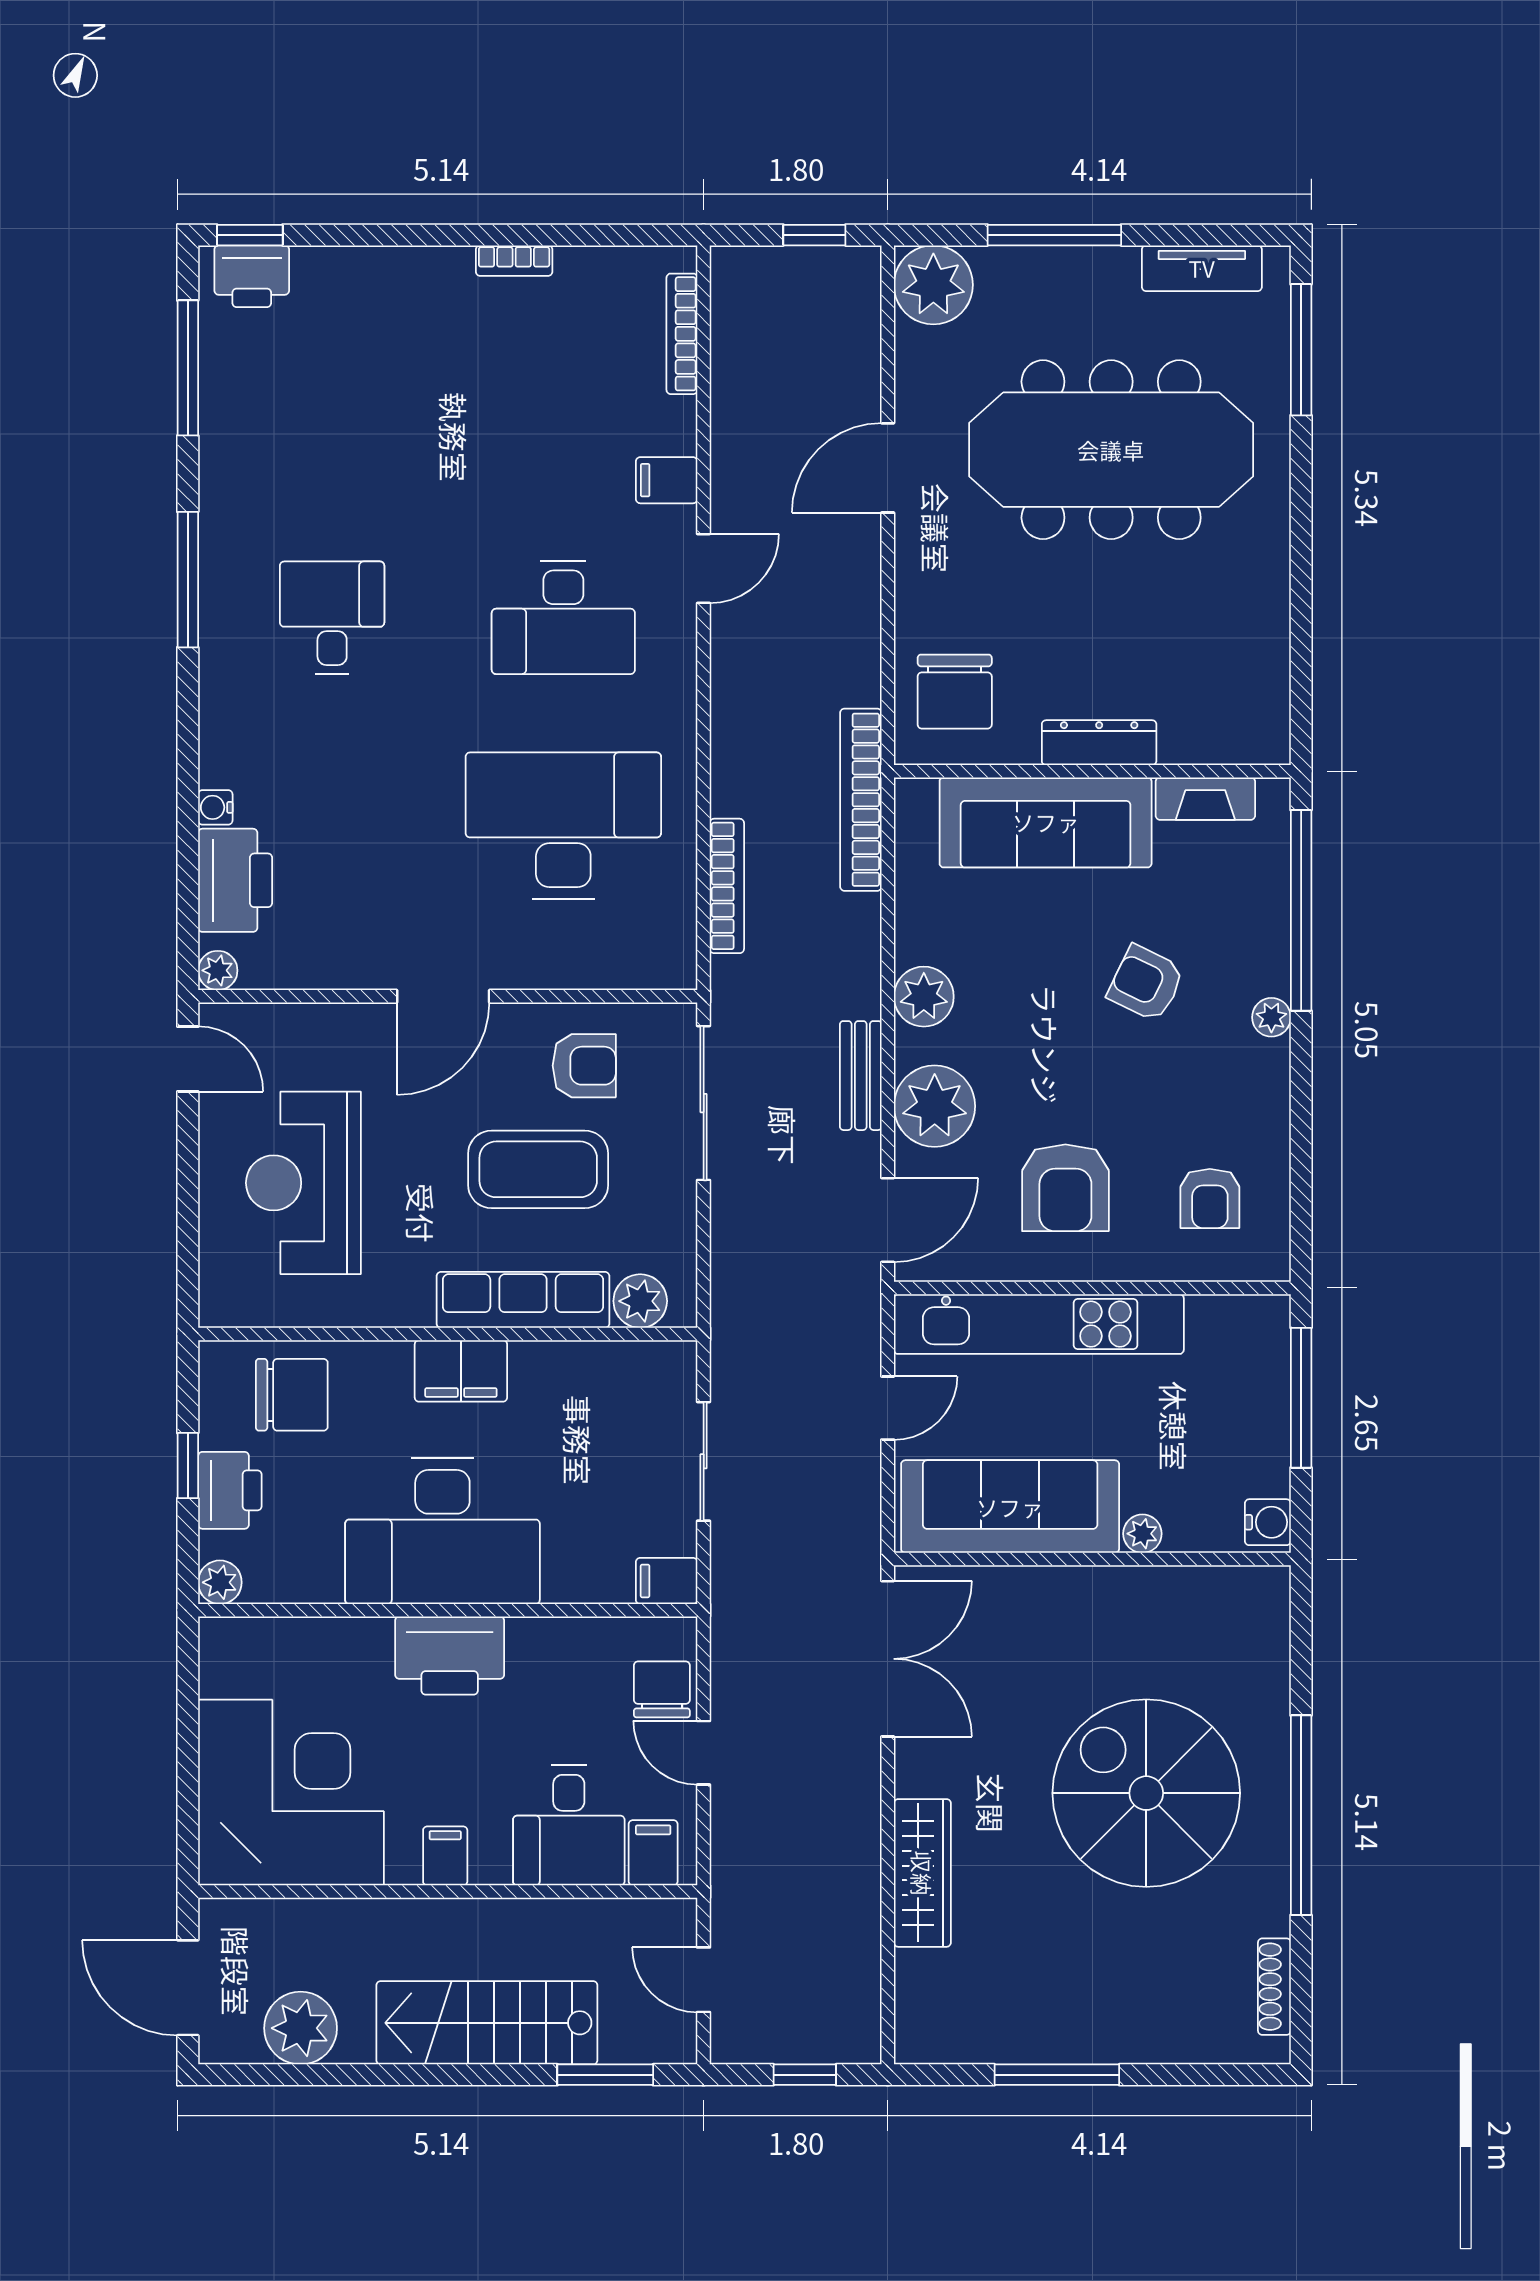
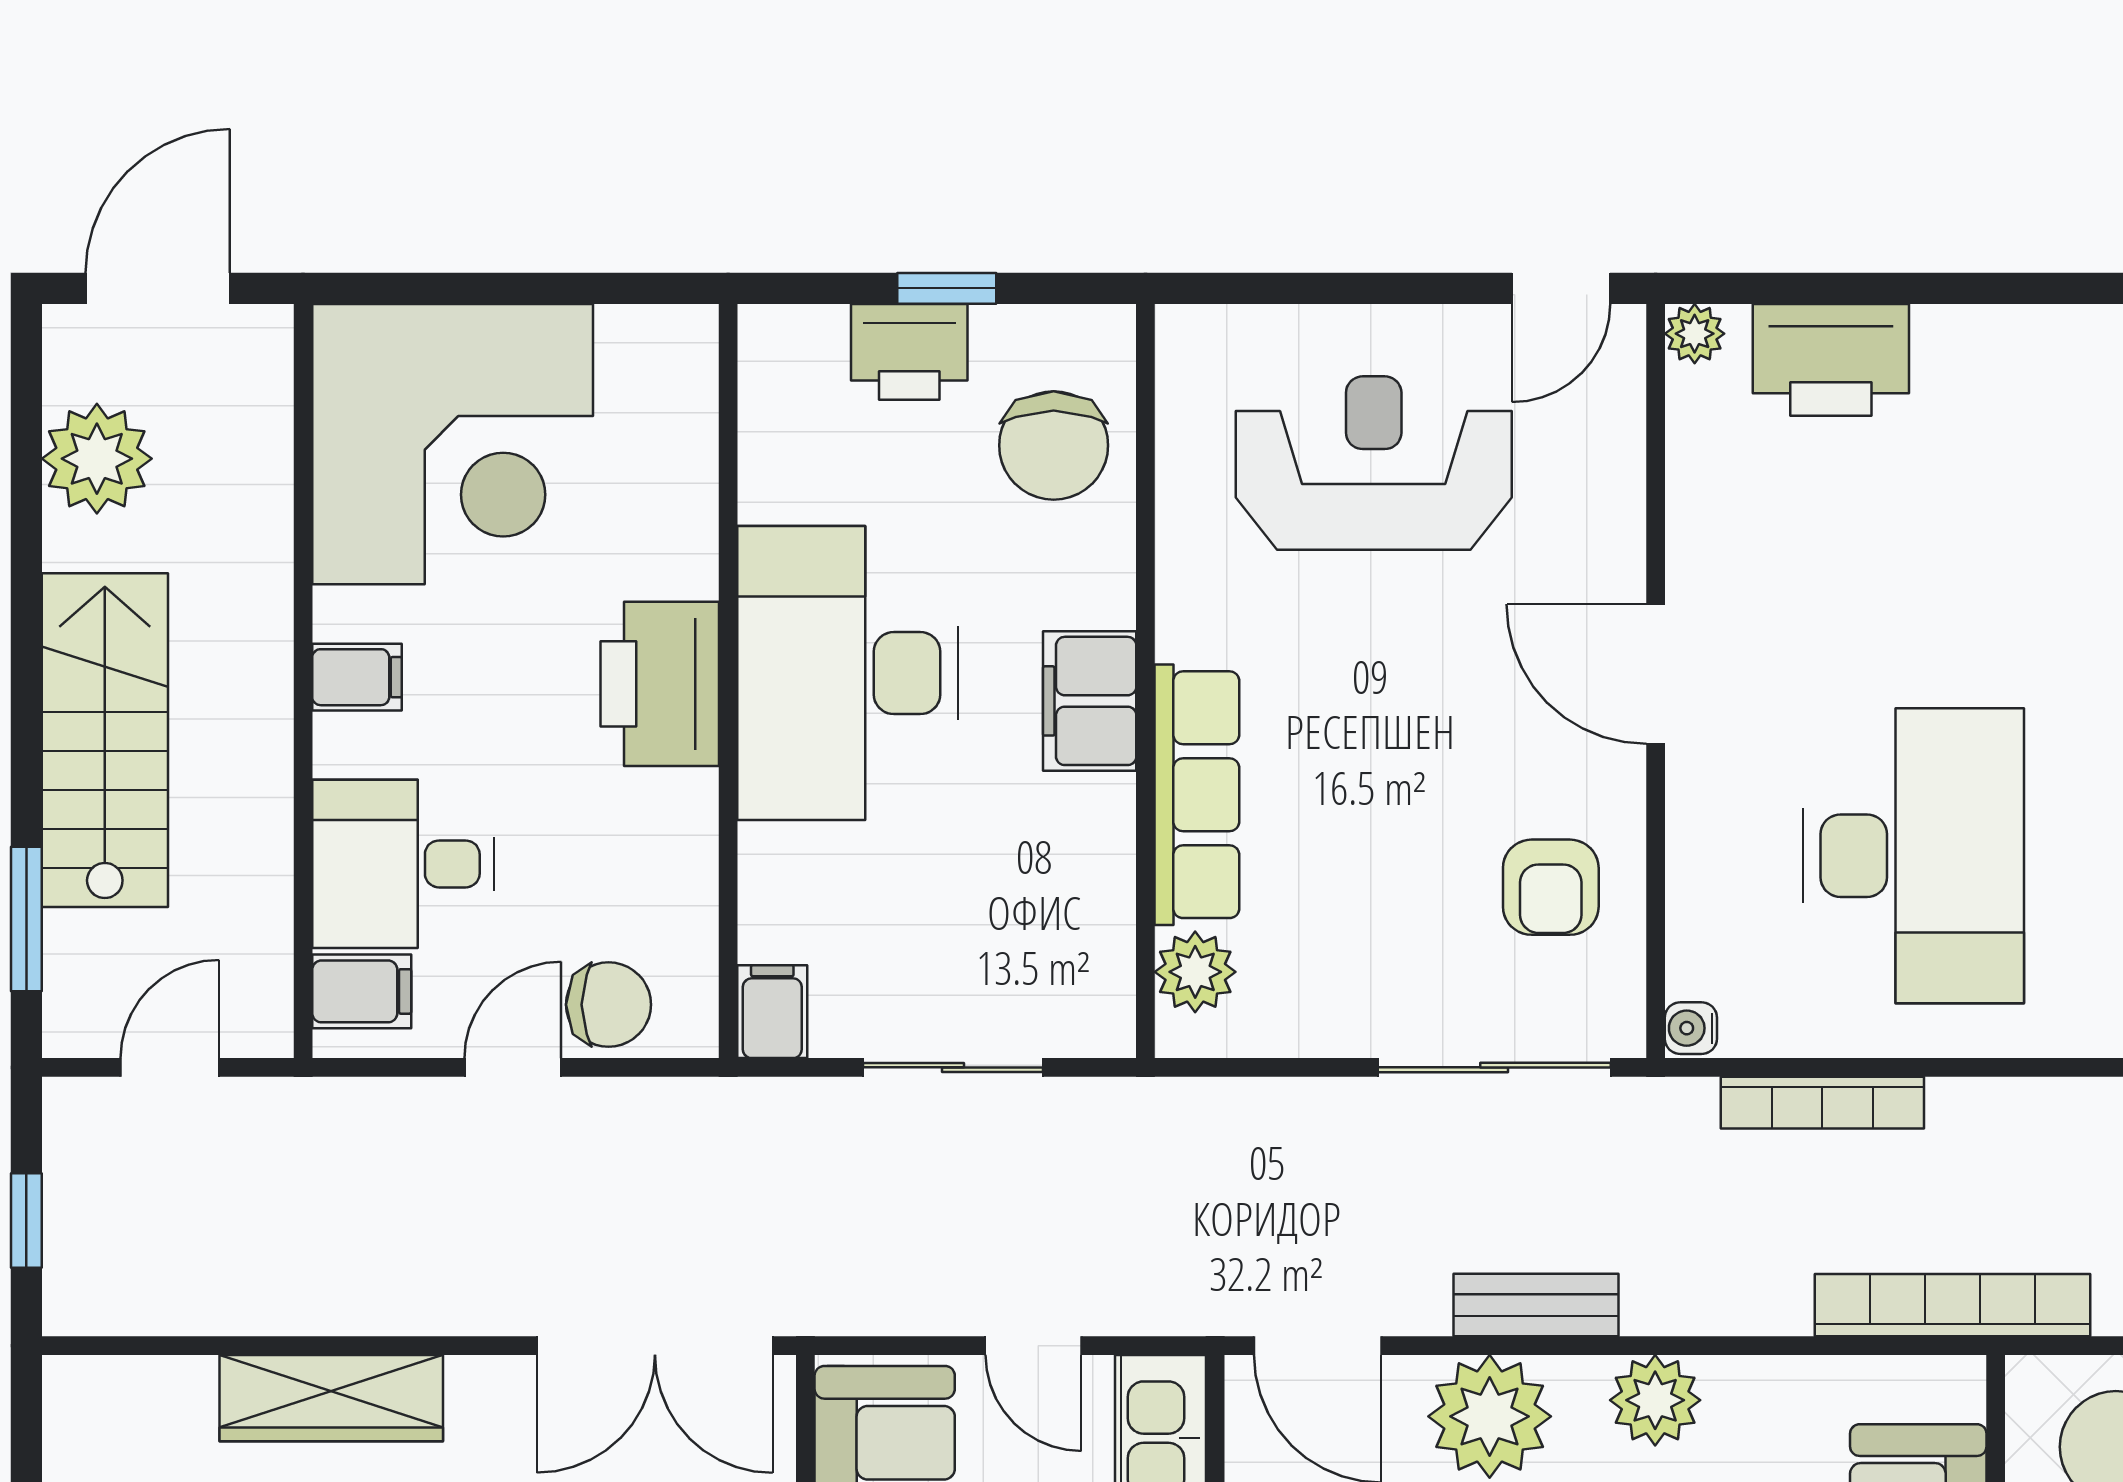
water cooler: (215, 807) -> (1691, 1028), moved, turned -90
coffee table: (538, 1169) -> (1394, 818), removed
plant: (220, 1582) -> (770, 337), removed

